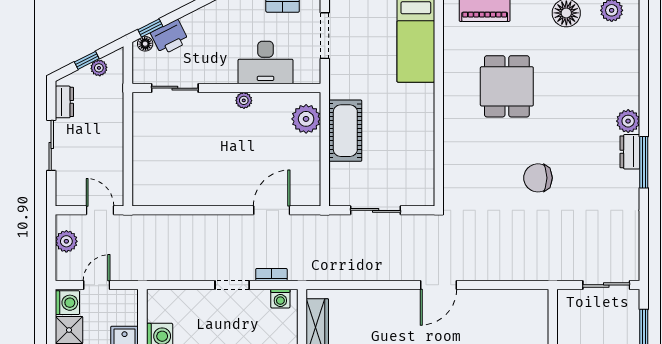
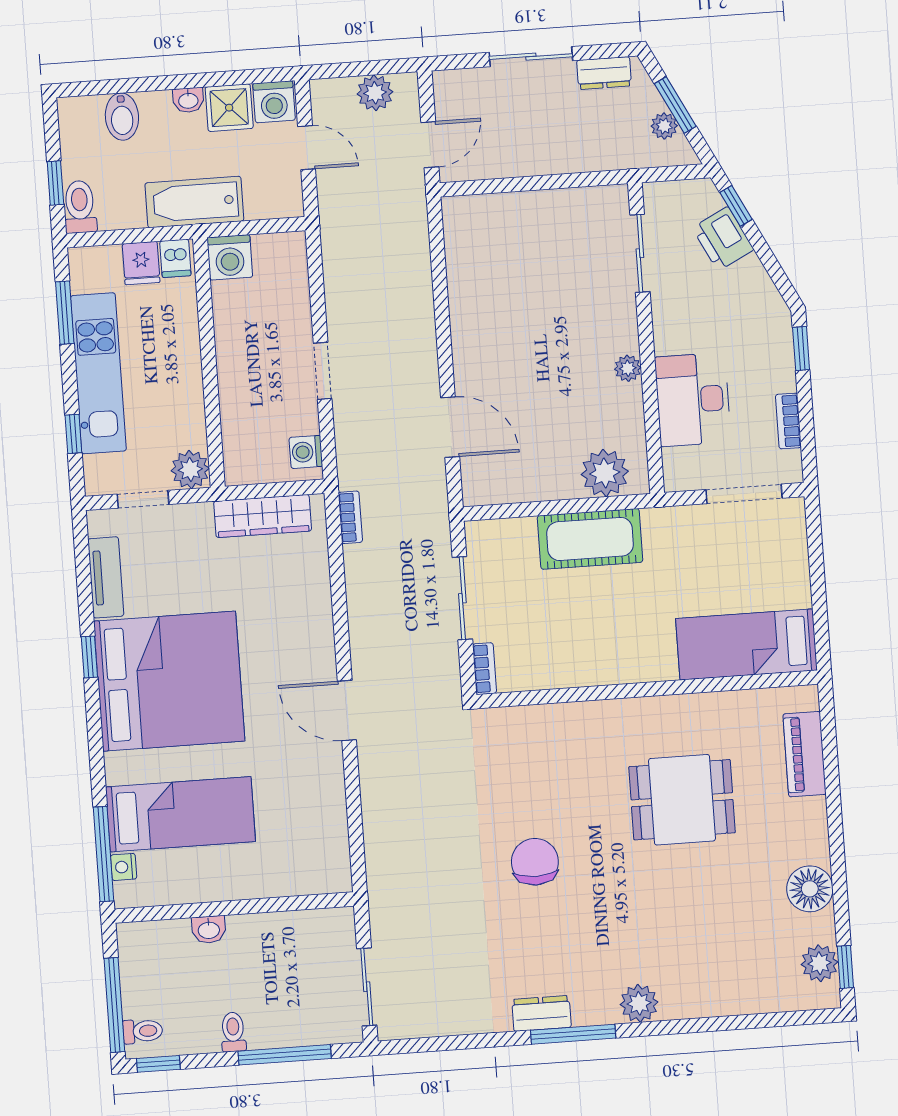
floor lamp: (145, 44) -> (709, 199), removed
window: (87, 60) -> (675, 105), width x1.50
dresser: (630, 152) -> (541, 1013), moved
bookcase: (419, 200) -> (484, 669), added
bookcase: (271, 275) -> (350, 517), moved

